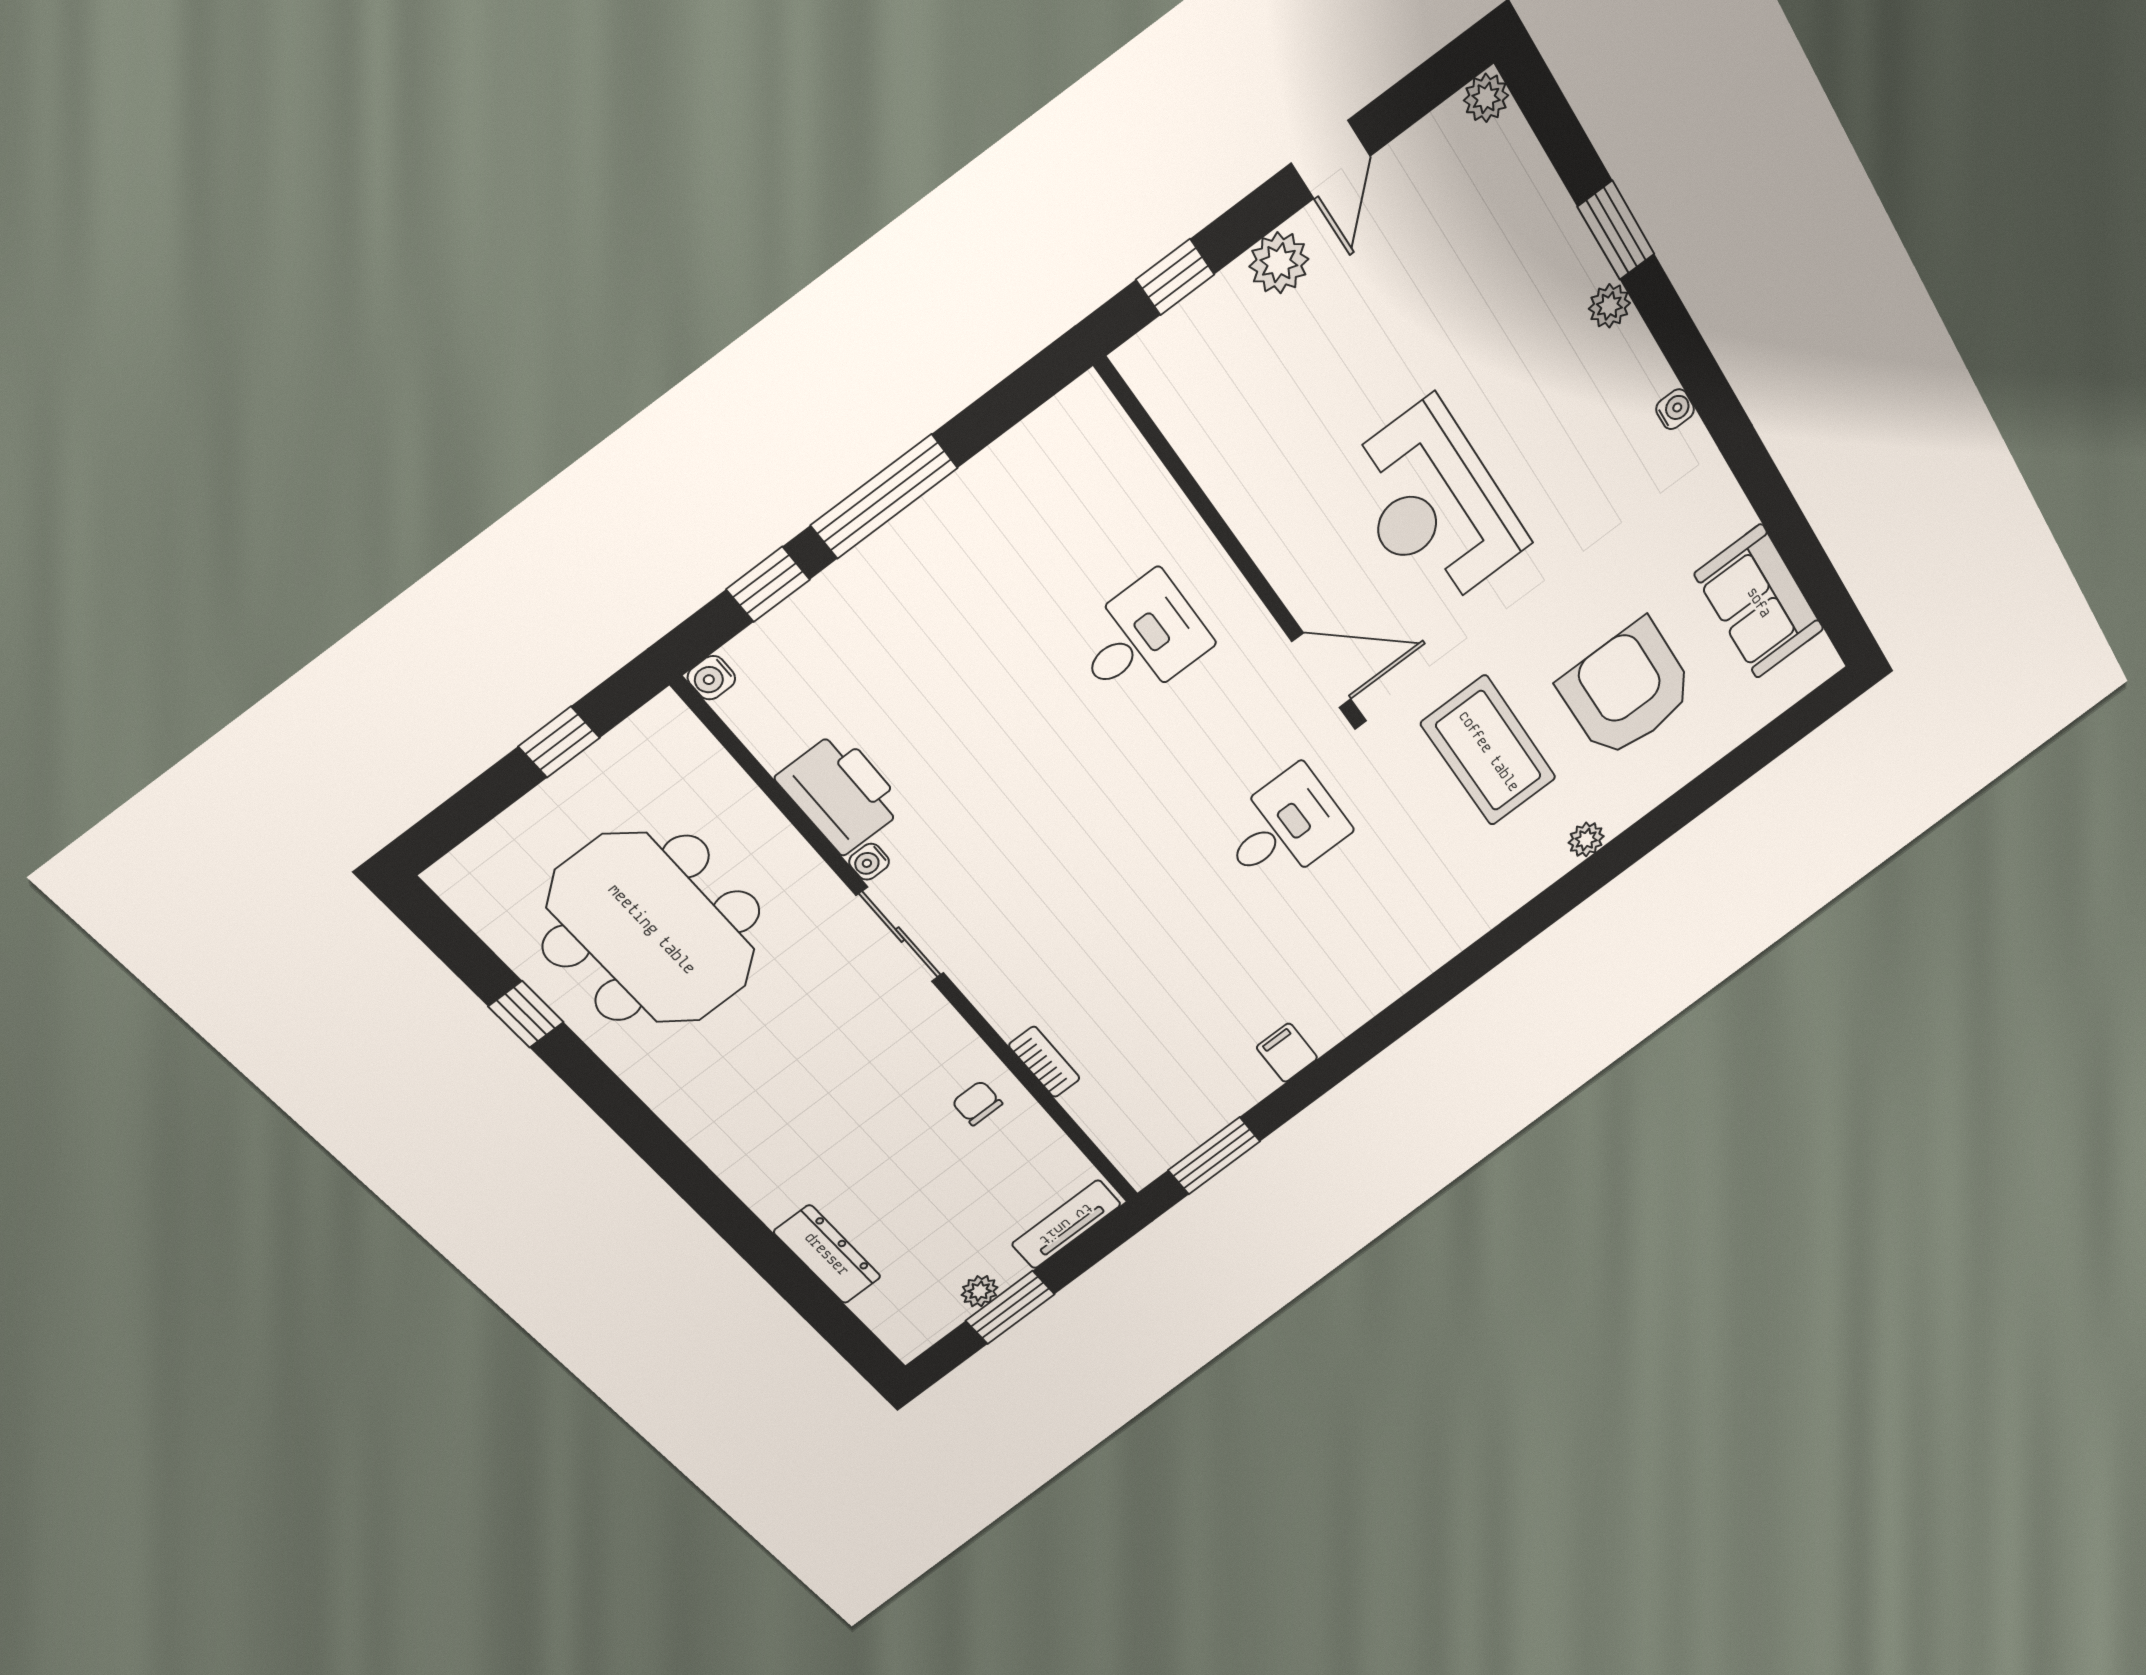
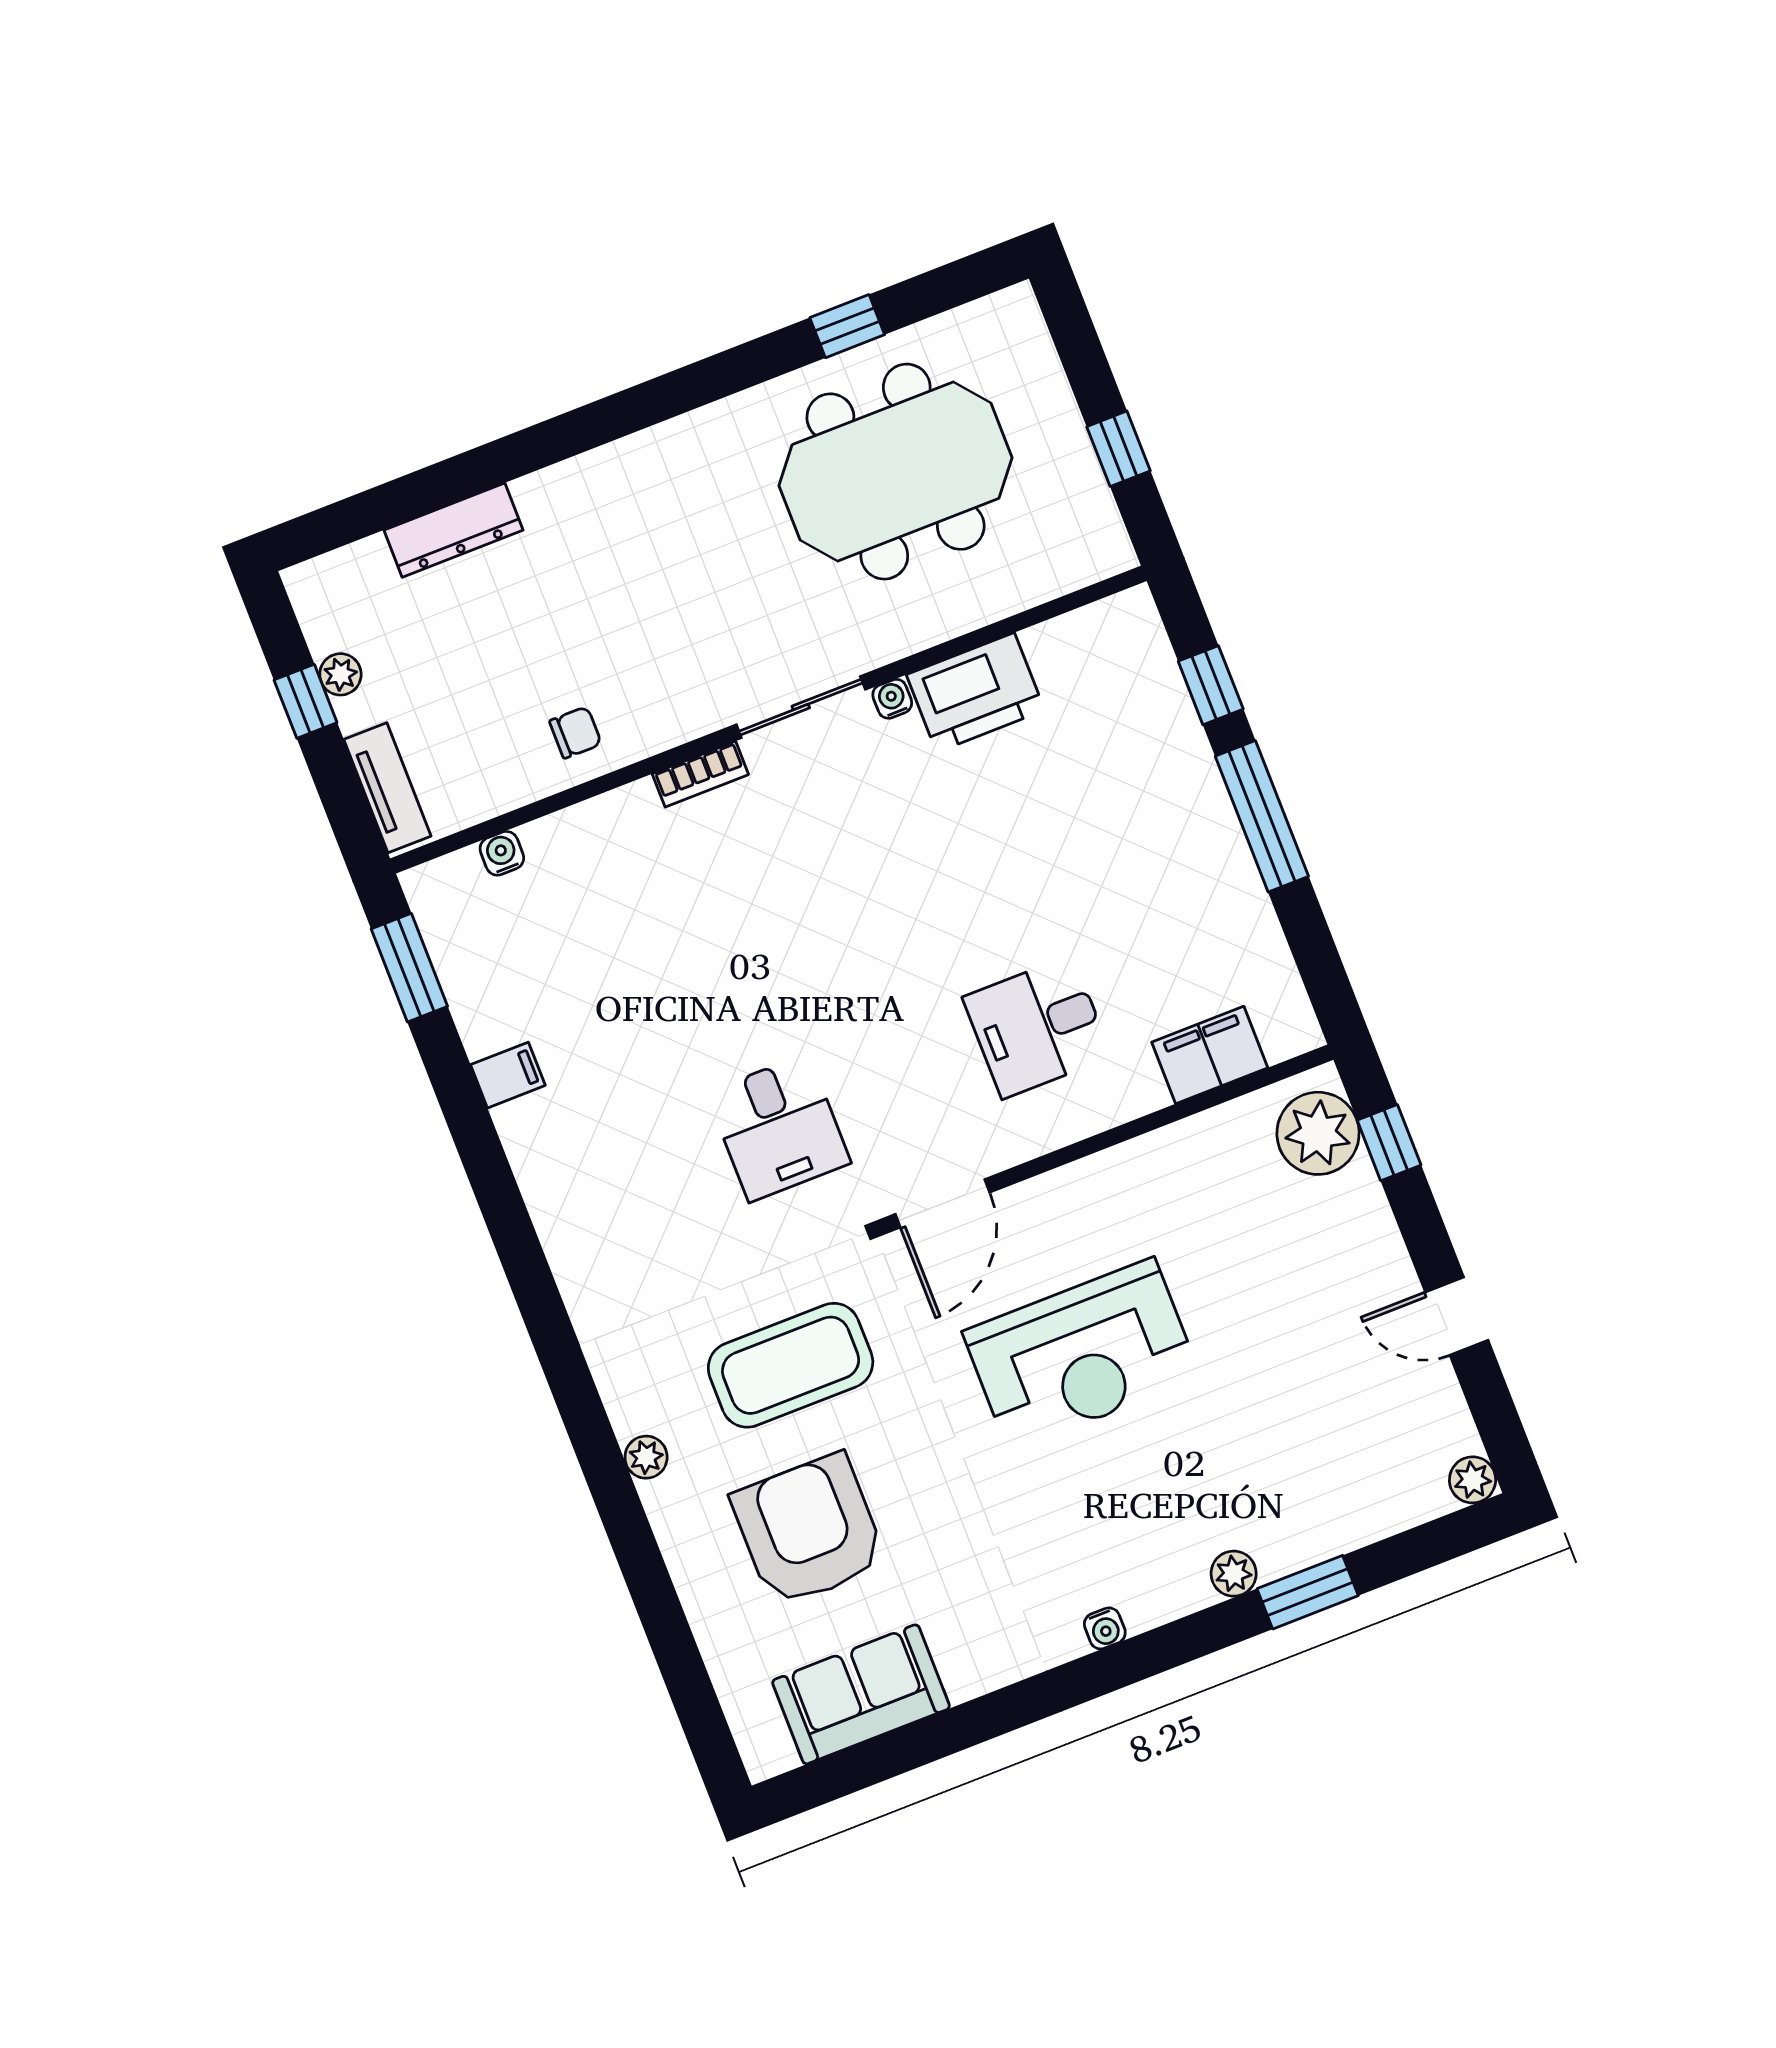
plant: (1279, 263) -> (1318, 1133), moved, width x1.36, depth x1.36
filing cabinet: (1130, 475) -> (1210, 1055), added
reception desk: (1434, 506) -> (1082, 1355), turned 180
desk: (1142, 640) -> (1037, 1027), turned 90
water cooler: (711, 678) -> (502, 853), moved
armchair: (1627, 690) -> (809, 1530), turned -90
bookcase: (1044, 1062) -> (700, 774), moved
window: (1010, 1307) -> (306, 701), width x0.67

